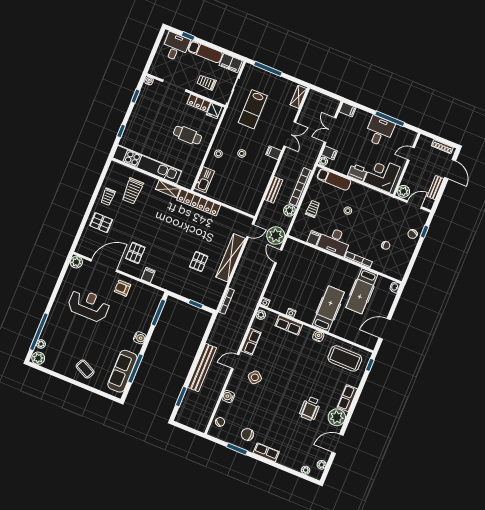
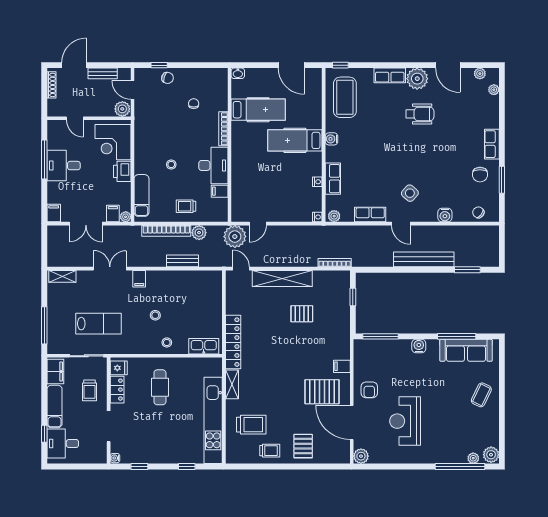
pallet: (135, 253) -> (322, 392), width x1.50, depth x1.42

